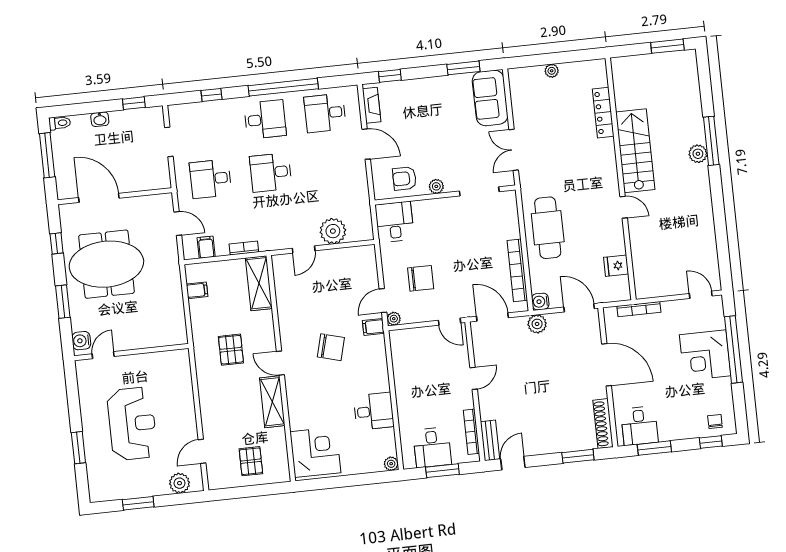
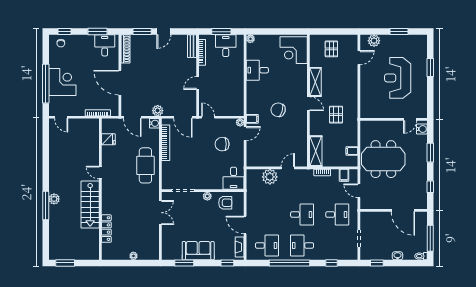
sofa: (490, 98) -> (198, 251), moved, turned -90
meeting table: (106, 264) -> (383, 159), moved
door: (513, 463) -> (164, 32), moved

